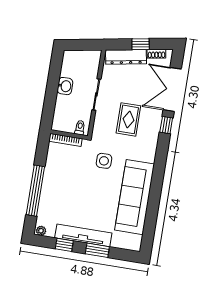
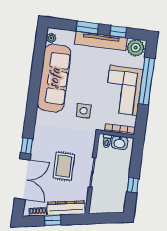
window: (54, 79) -> (133, 185), added
washbasin: (65, 86) -> (120, 143), moved, turned -90
rug: (128, 119) -> (64, 166), moved
corner sofa: (60, 182) -> (124, 90), added
plant: (41, 231) -> (136, 48), width x1.88, depth x1.88
plant: (137, 240) -> (51, 38), added

